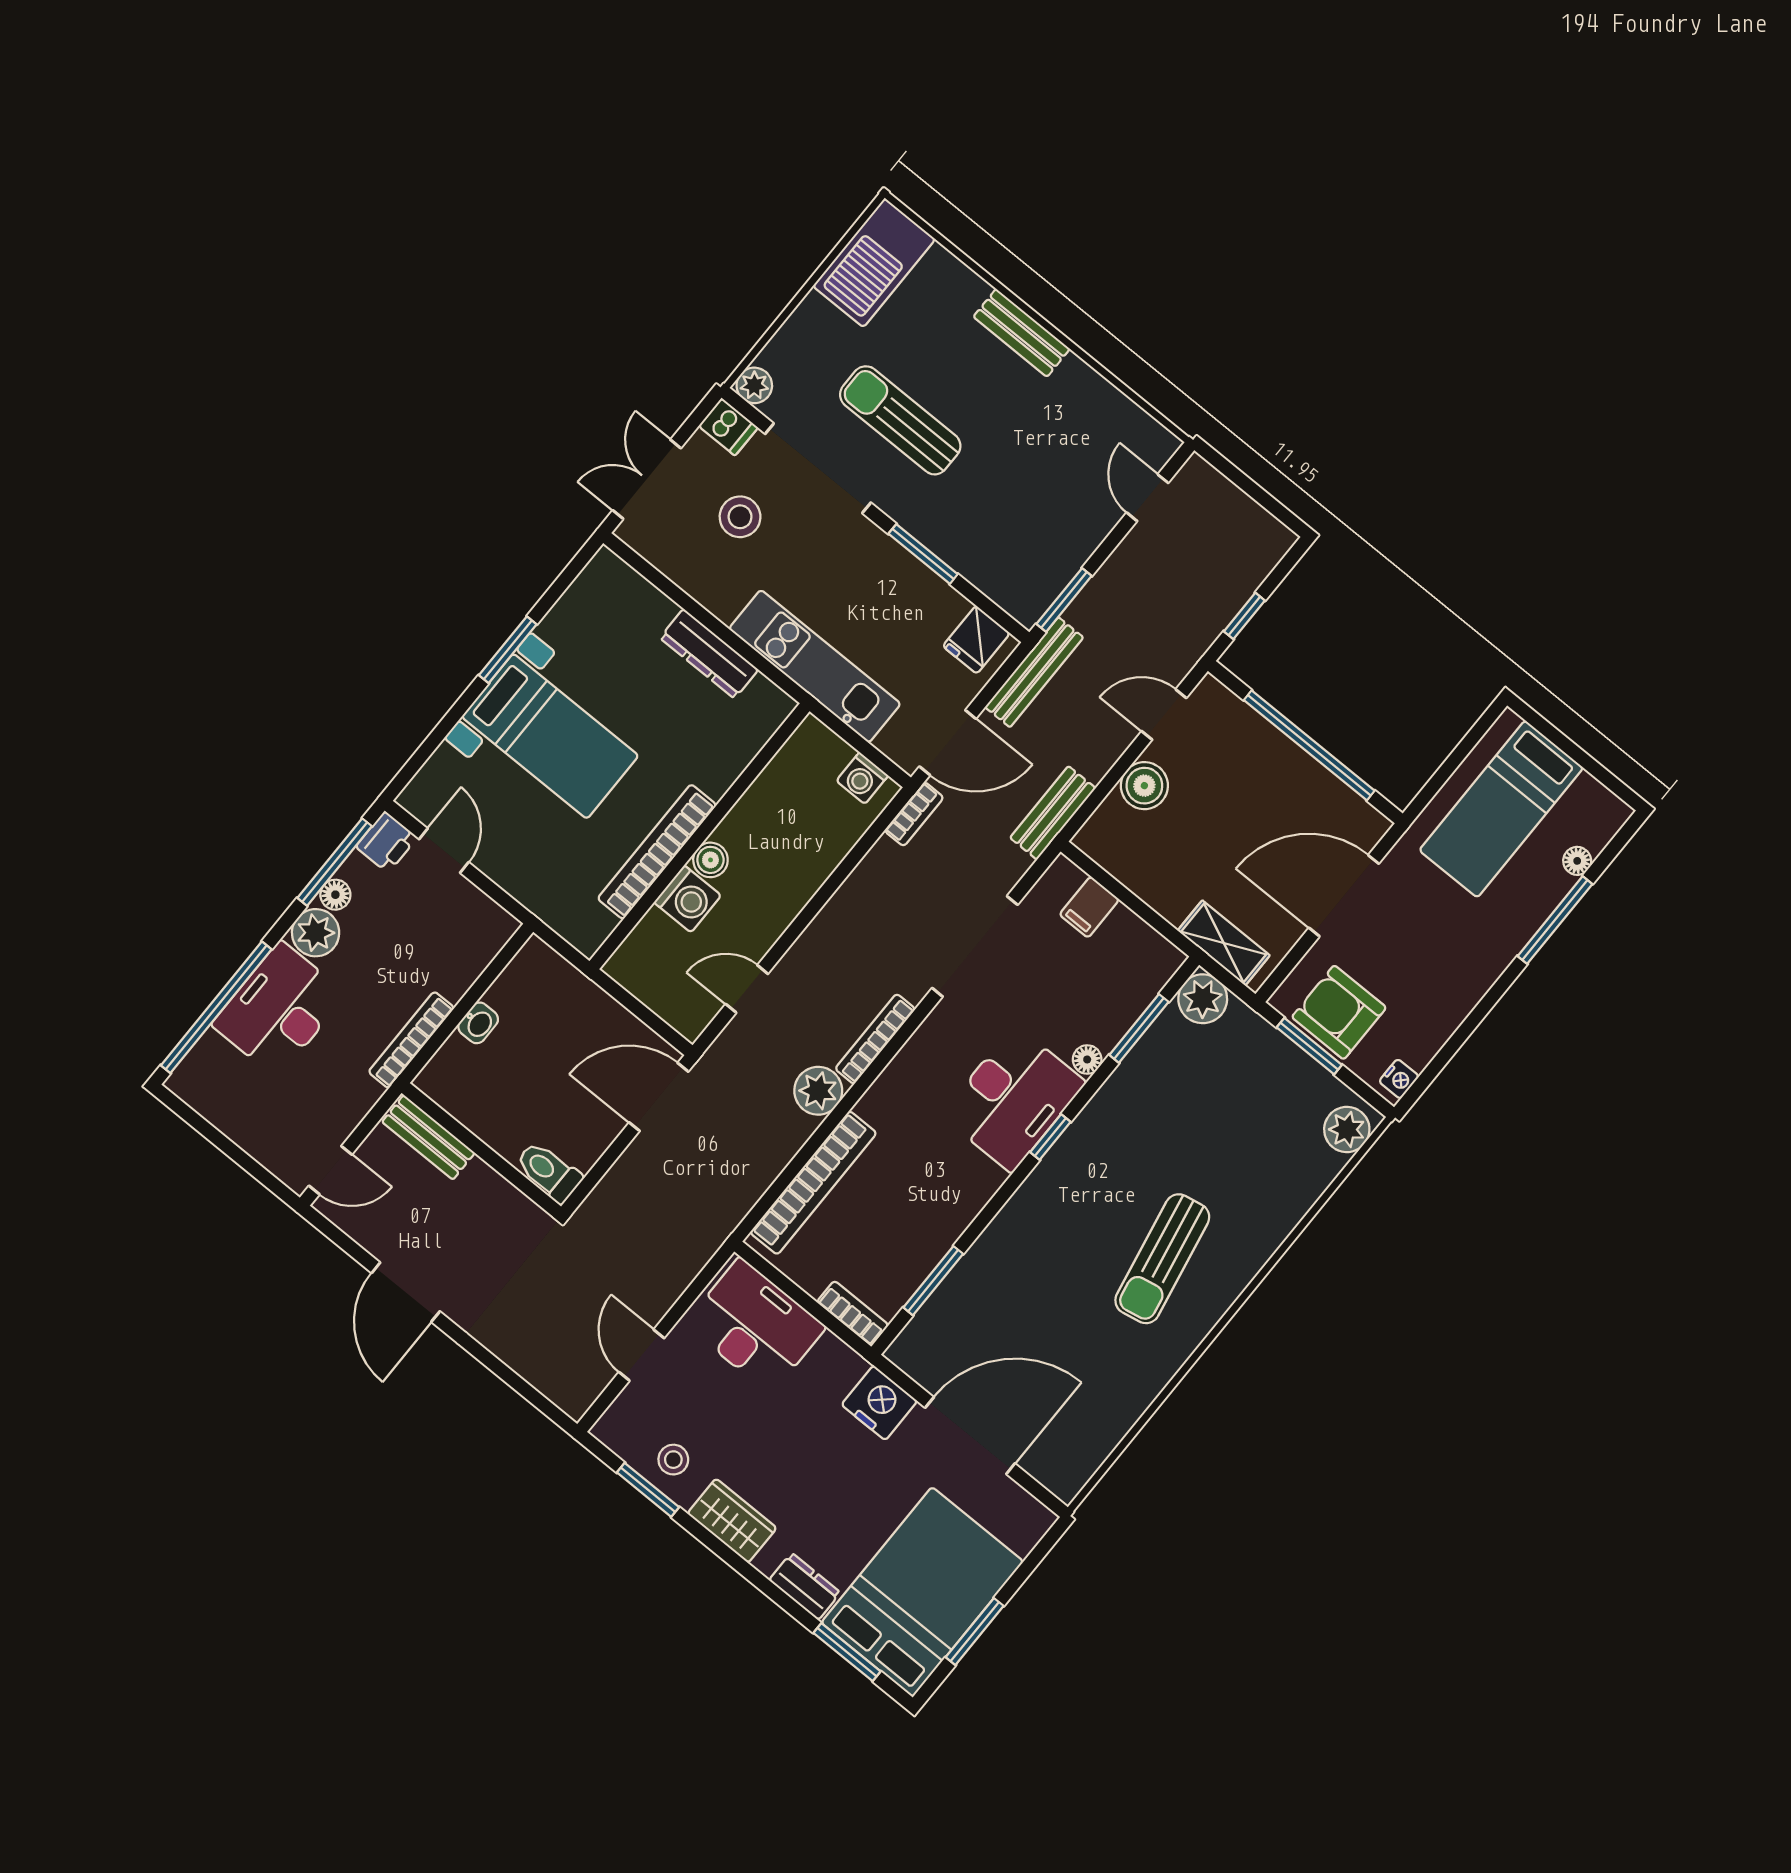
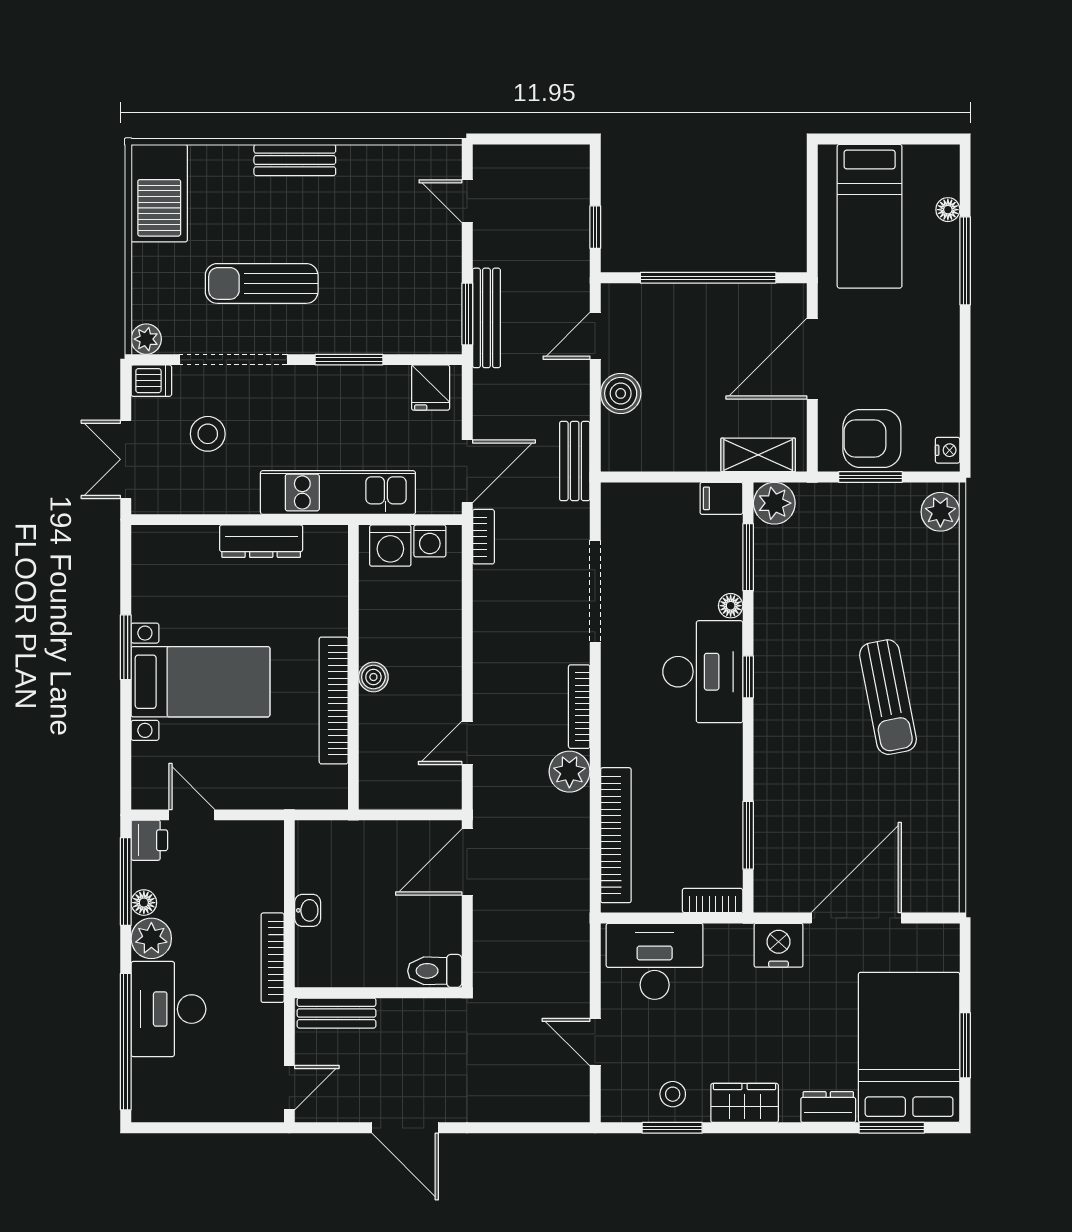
bench: (1034, 672) -> (486, 318), moved
washing machine: (688, 899) -> (390, 546), moved, turned 90
filing cabinet: (1089, 907) -> (721, 498), moved, turned 90

